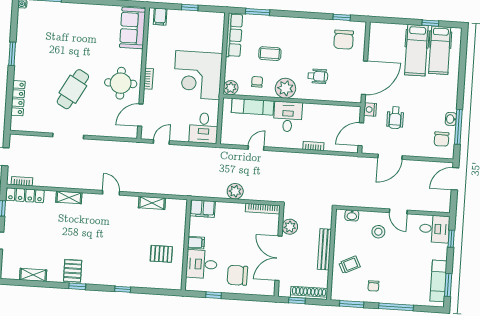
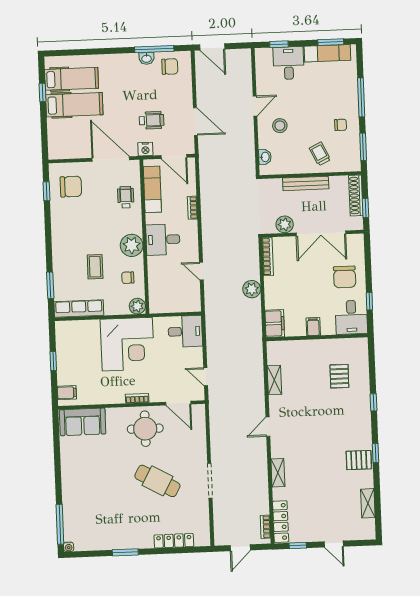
wheelchair: (318, 76) -> (126, 197), moved
exam couch: (253, 107) -> (152, 189), moved
desk: (435, 229) -> (289, 63), moved
pallet: (161, 254) -> (339, 376), moved
desk: (202, 264) -> (351, 317), moved

